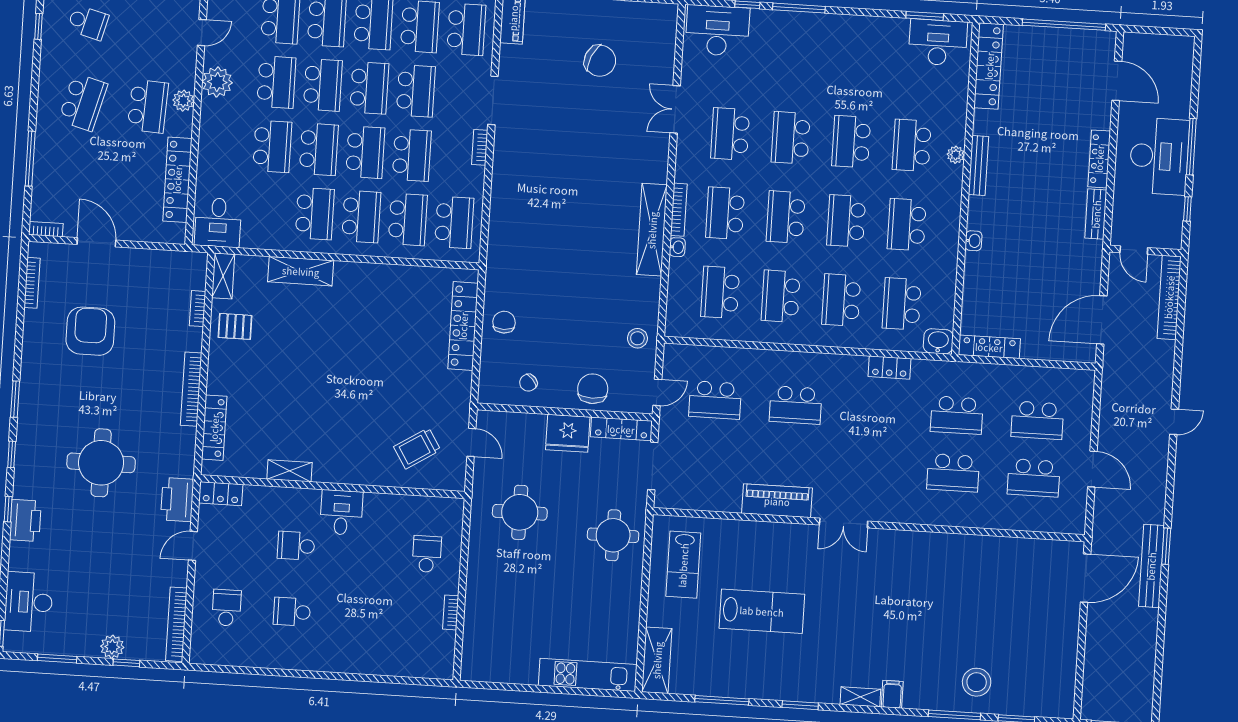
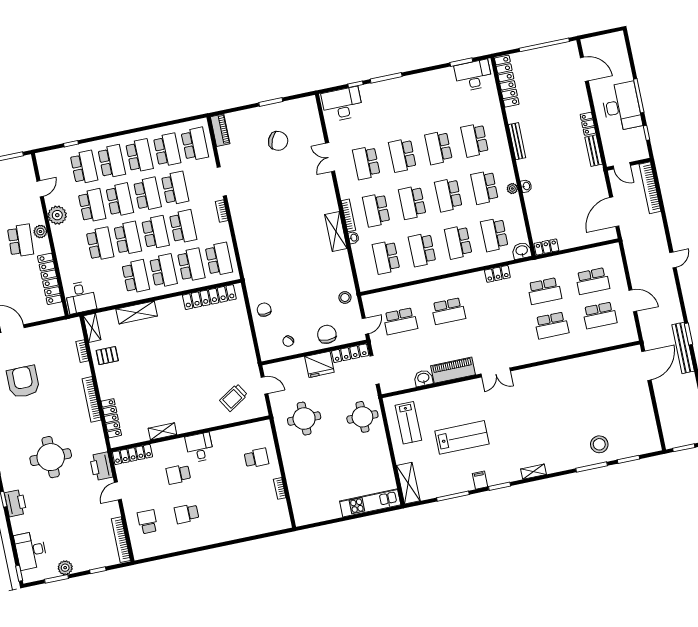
plant: (956, 155) -> (512, 189), moved
locker: (1099, 159) -> (588, 124), width x0.66
shelving: (652, 230) -> (336, 232), width x0.68
locker: (463, 326) -> (209, 297), moved, turned -90
locker: (989, 347) -> (546, 247), width x0.66
locker: (221, 494) -> (132, 454), width x1.53
washbasin: (727, 500) -> (423, 378), added
school desk: (427, 554) -> (256, 458), turned 90
plant: (112, 647) -> (65, 568), moved
filing cabinet: (892, 694) -> (480, 480), moved

